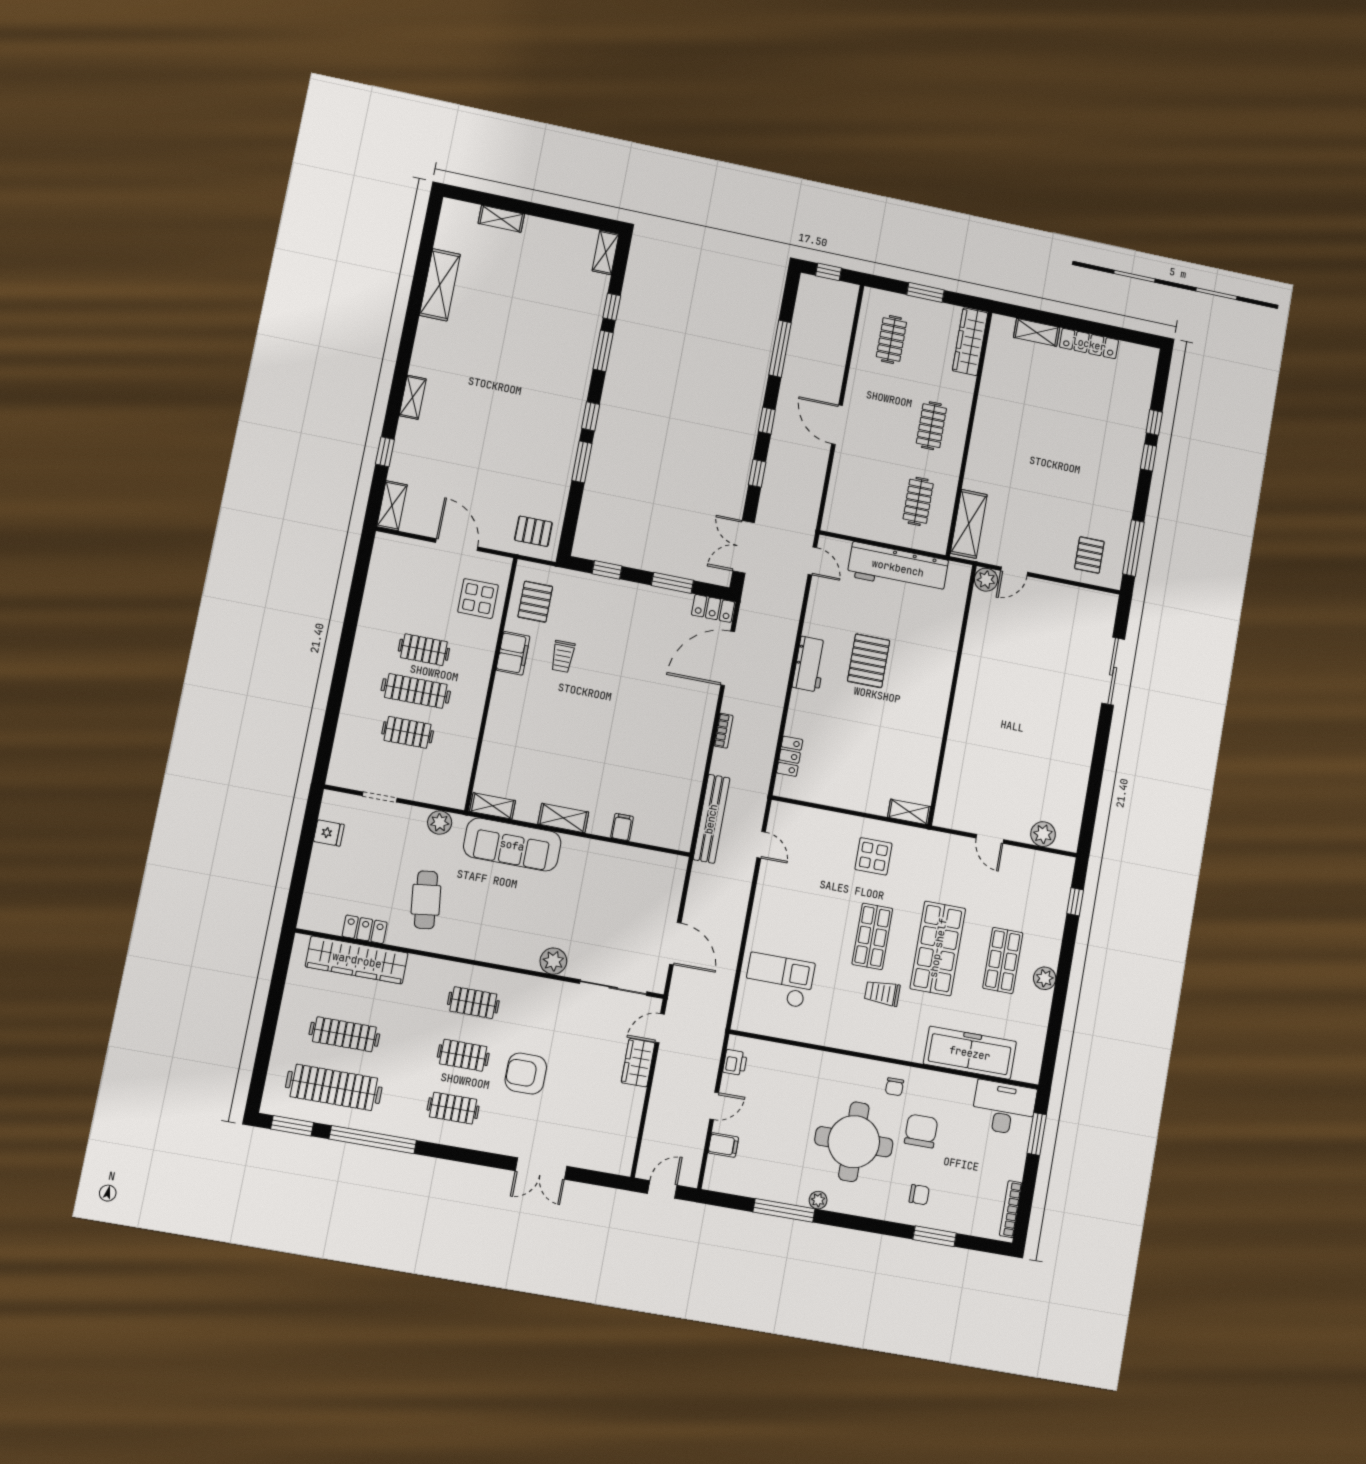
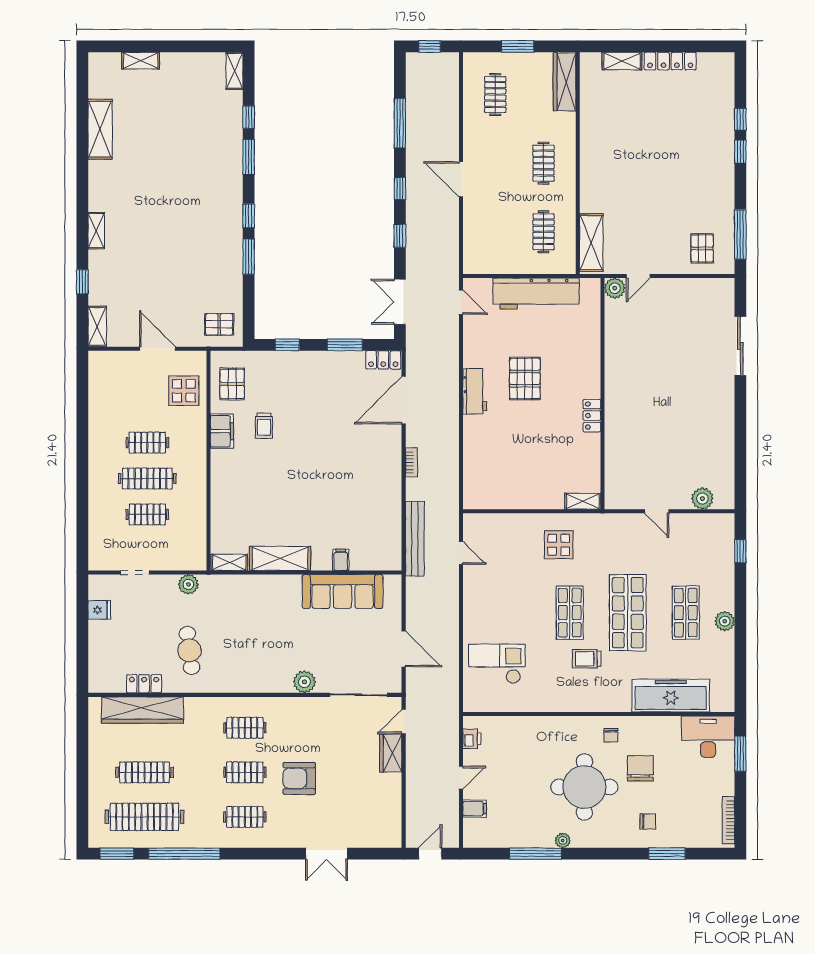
locker: (790, 756) -> (592, 416), moved, turned 180
shelving: (563, 818) -> (280, 558), width x1.50, depth x1.33
sofa: (512, 845) -> (343, 591), moved

